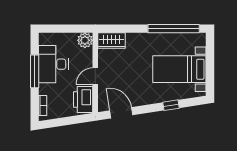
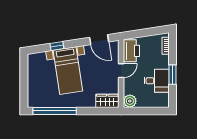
desk: (53, 64) -> (157, 81), width x0.73
bed with nightstands: (179, 69) -> (68, 71), moved, turned 81
window: (35, 71) -> (173, 75), width x0.69

